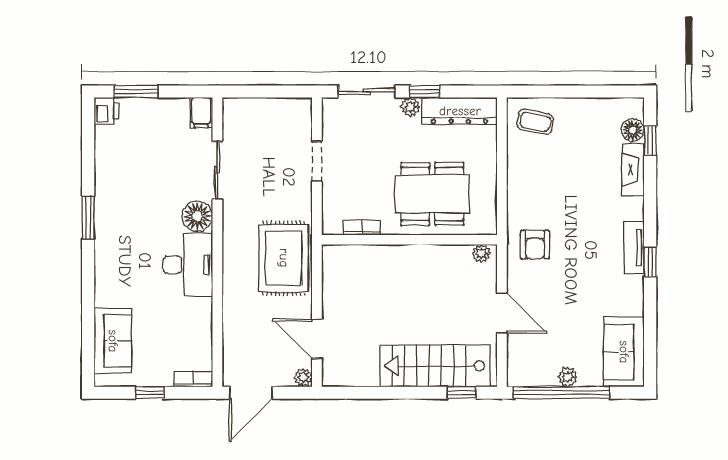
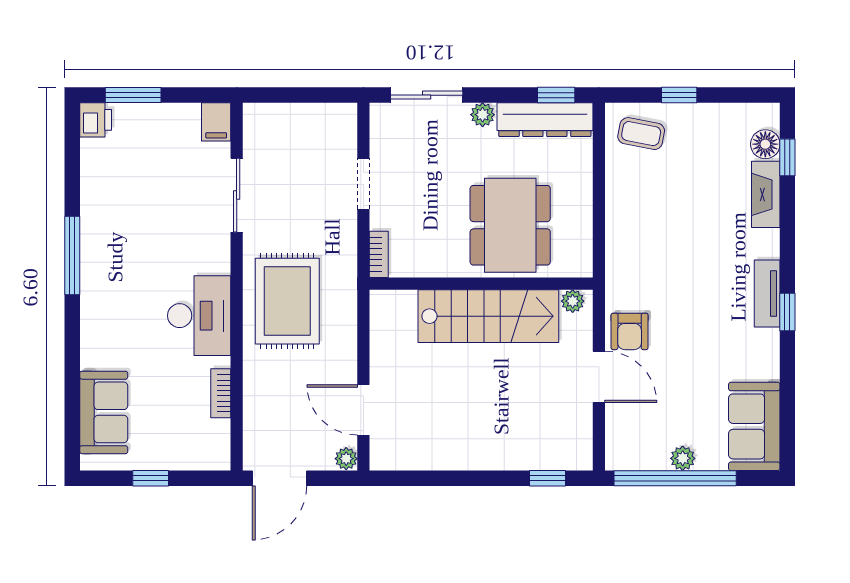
window: (425, 92) -> (556, 95), moved
window: (565, 92) -> (679, 95), added
dining table: (432, 194) -> (510, 225), turned 90
floor lamp: (197, 216) -> (211, 254), removed
window: (88, 218) -> (72, 256), width x1.44
bookcase: (362, 228) -> (379, 254), moved, turned 90
armchair: (535, 245) -> (630, 331), moved
rug: (284, 258) -> (287, 301), moved
stairs: (435, 366) -> (488, 316), moved, turned 180
bookcase: (193, 379) -> (221, 393), moved, turned -90

